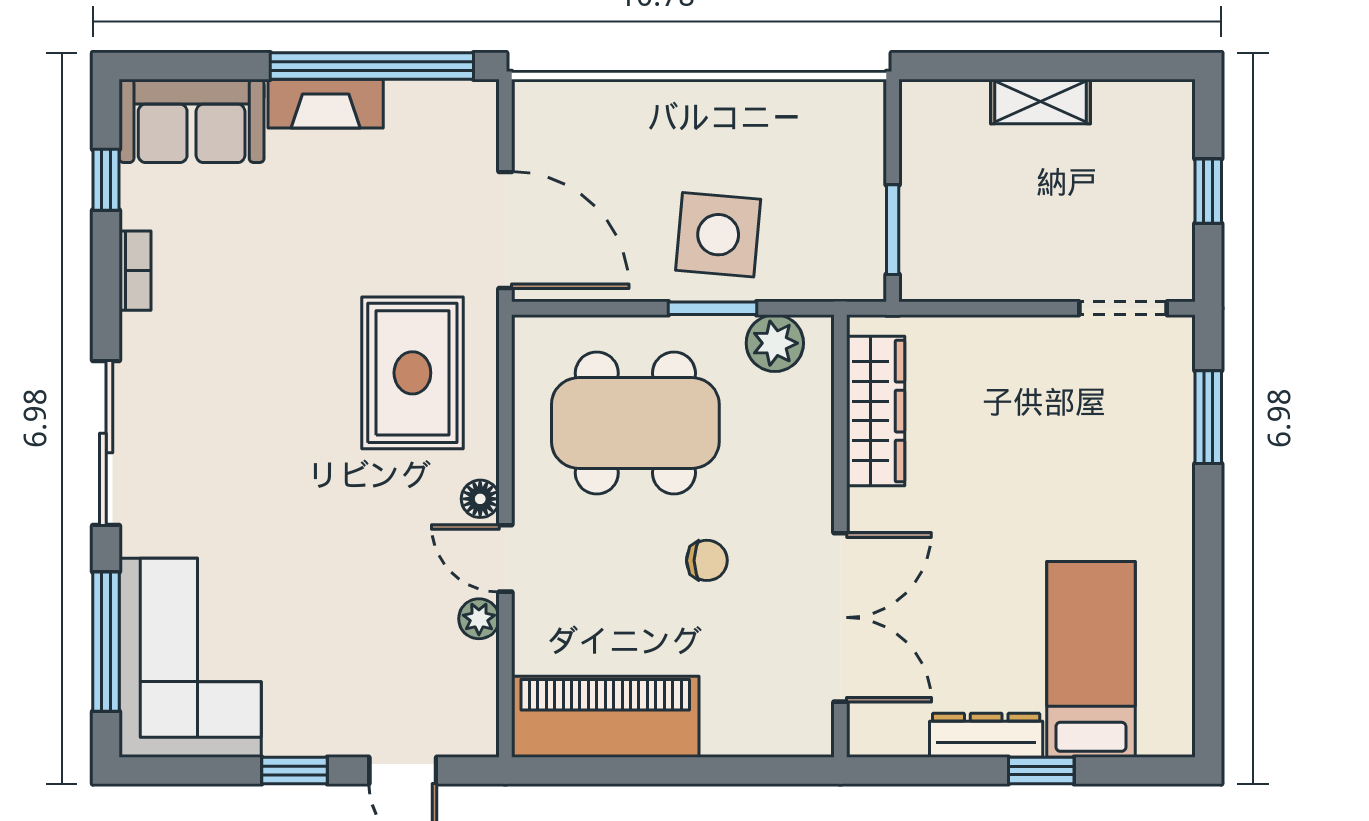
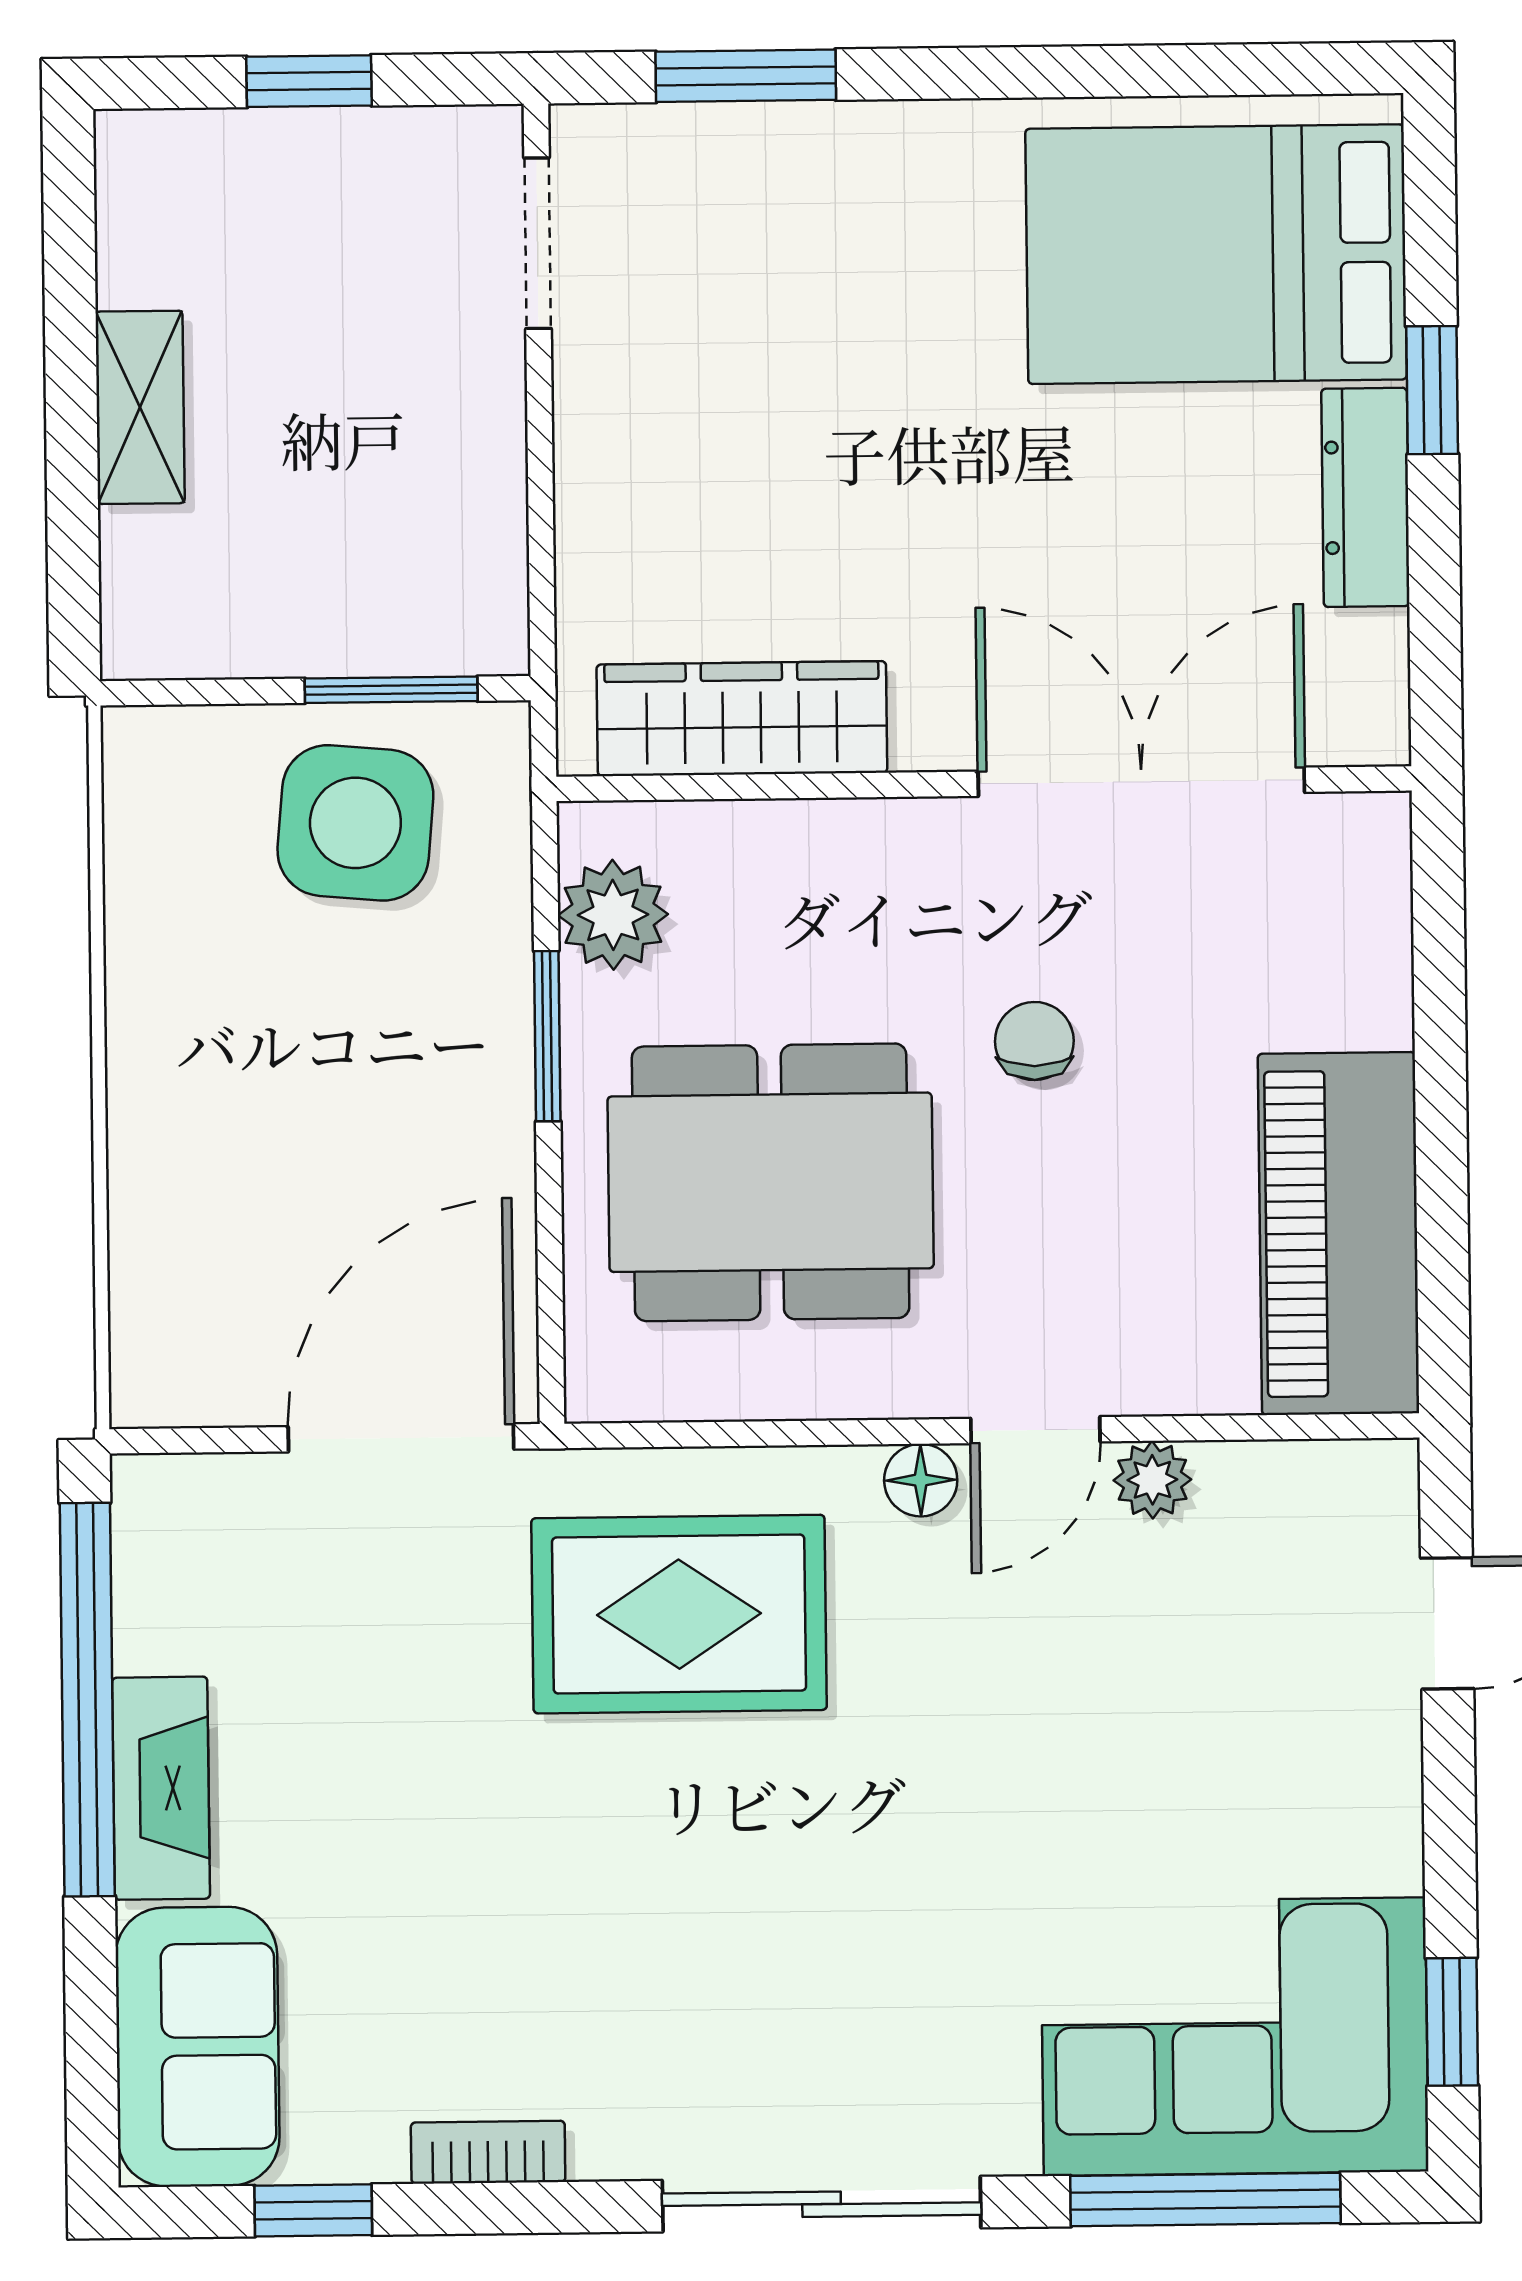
side table: (718, 235) -> (355, 823), moved
dining table: (635, 423) -> (771, 1182), turned 90
bed: (1091, 659) -> (1216, 254), width x1.50
window: (294, 770) -> (1452, 2022), moved

